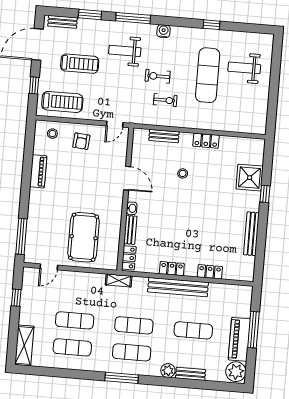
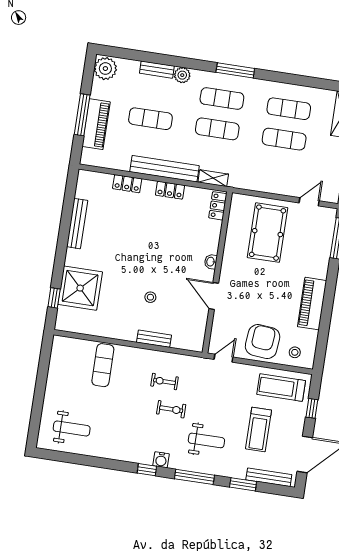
bench: (63, 22) -> (269, 477), width x1.36
window: (211, 25) -> (147, 470), moved
treadmill: (80, 64) -> (259, 429), turned -90
weight bench: (244, 68) -> (72, 428), moved
exercise mat: (208, 75) -> (103, 365), moved, width x0.73, depth x0.69
bench: (164, 136) -> (154, 339), moved
armchair: (81, 141) -> (263, 341), width x1.88, depth x1.88
locker: (206, 141) -> (121, 332), removed
piano: (38, 171) -> (312, 304), width x1.37, depth x1.33
shower: (250, 178) -> (80, 288), width x1.37, depth x1.37
window: (265, 194) -> (54, 298), moved
bench: (130, 230) -> (214, 237), removed
shelving: (119, 280) -> (213, 178), moved
piano: (239, 339) -> (96, 124), moved

